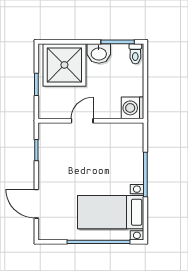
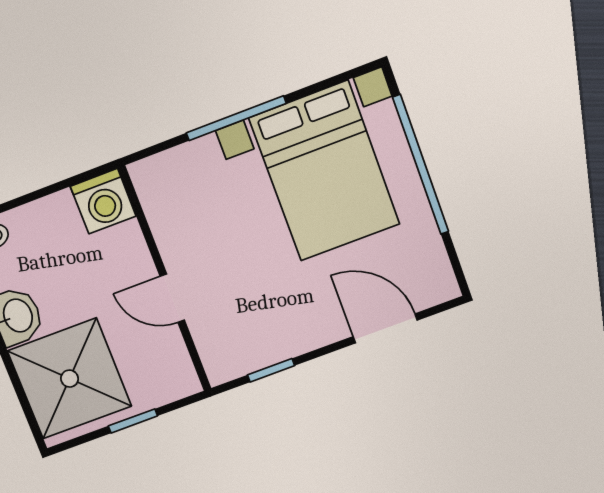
door: (36, 204) -> (385, 328), swing flipped
bed with nightstands: (111, 212) -> (324, 171), width x1.36

